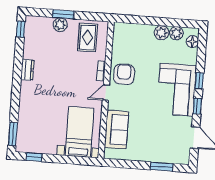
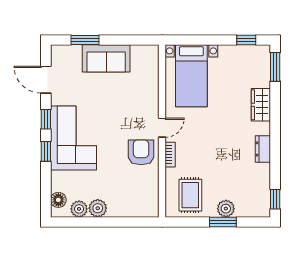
armchair: (124, 74) -> (141, 152), turned 180
wardrobe: (26, 105) -> (261, 105), added
sofa: (116, 129) -> (106, 58), moved, turned -90

